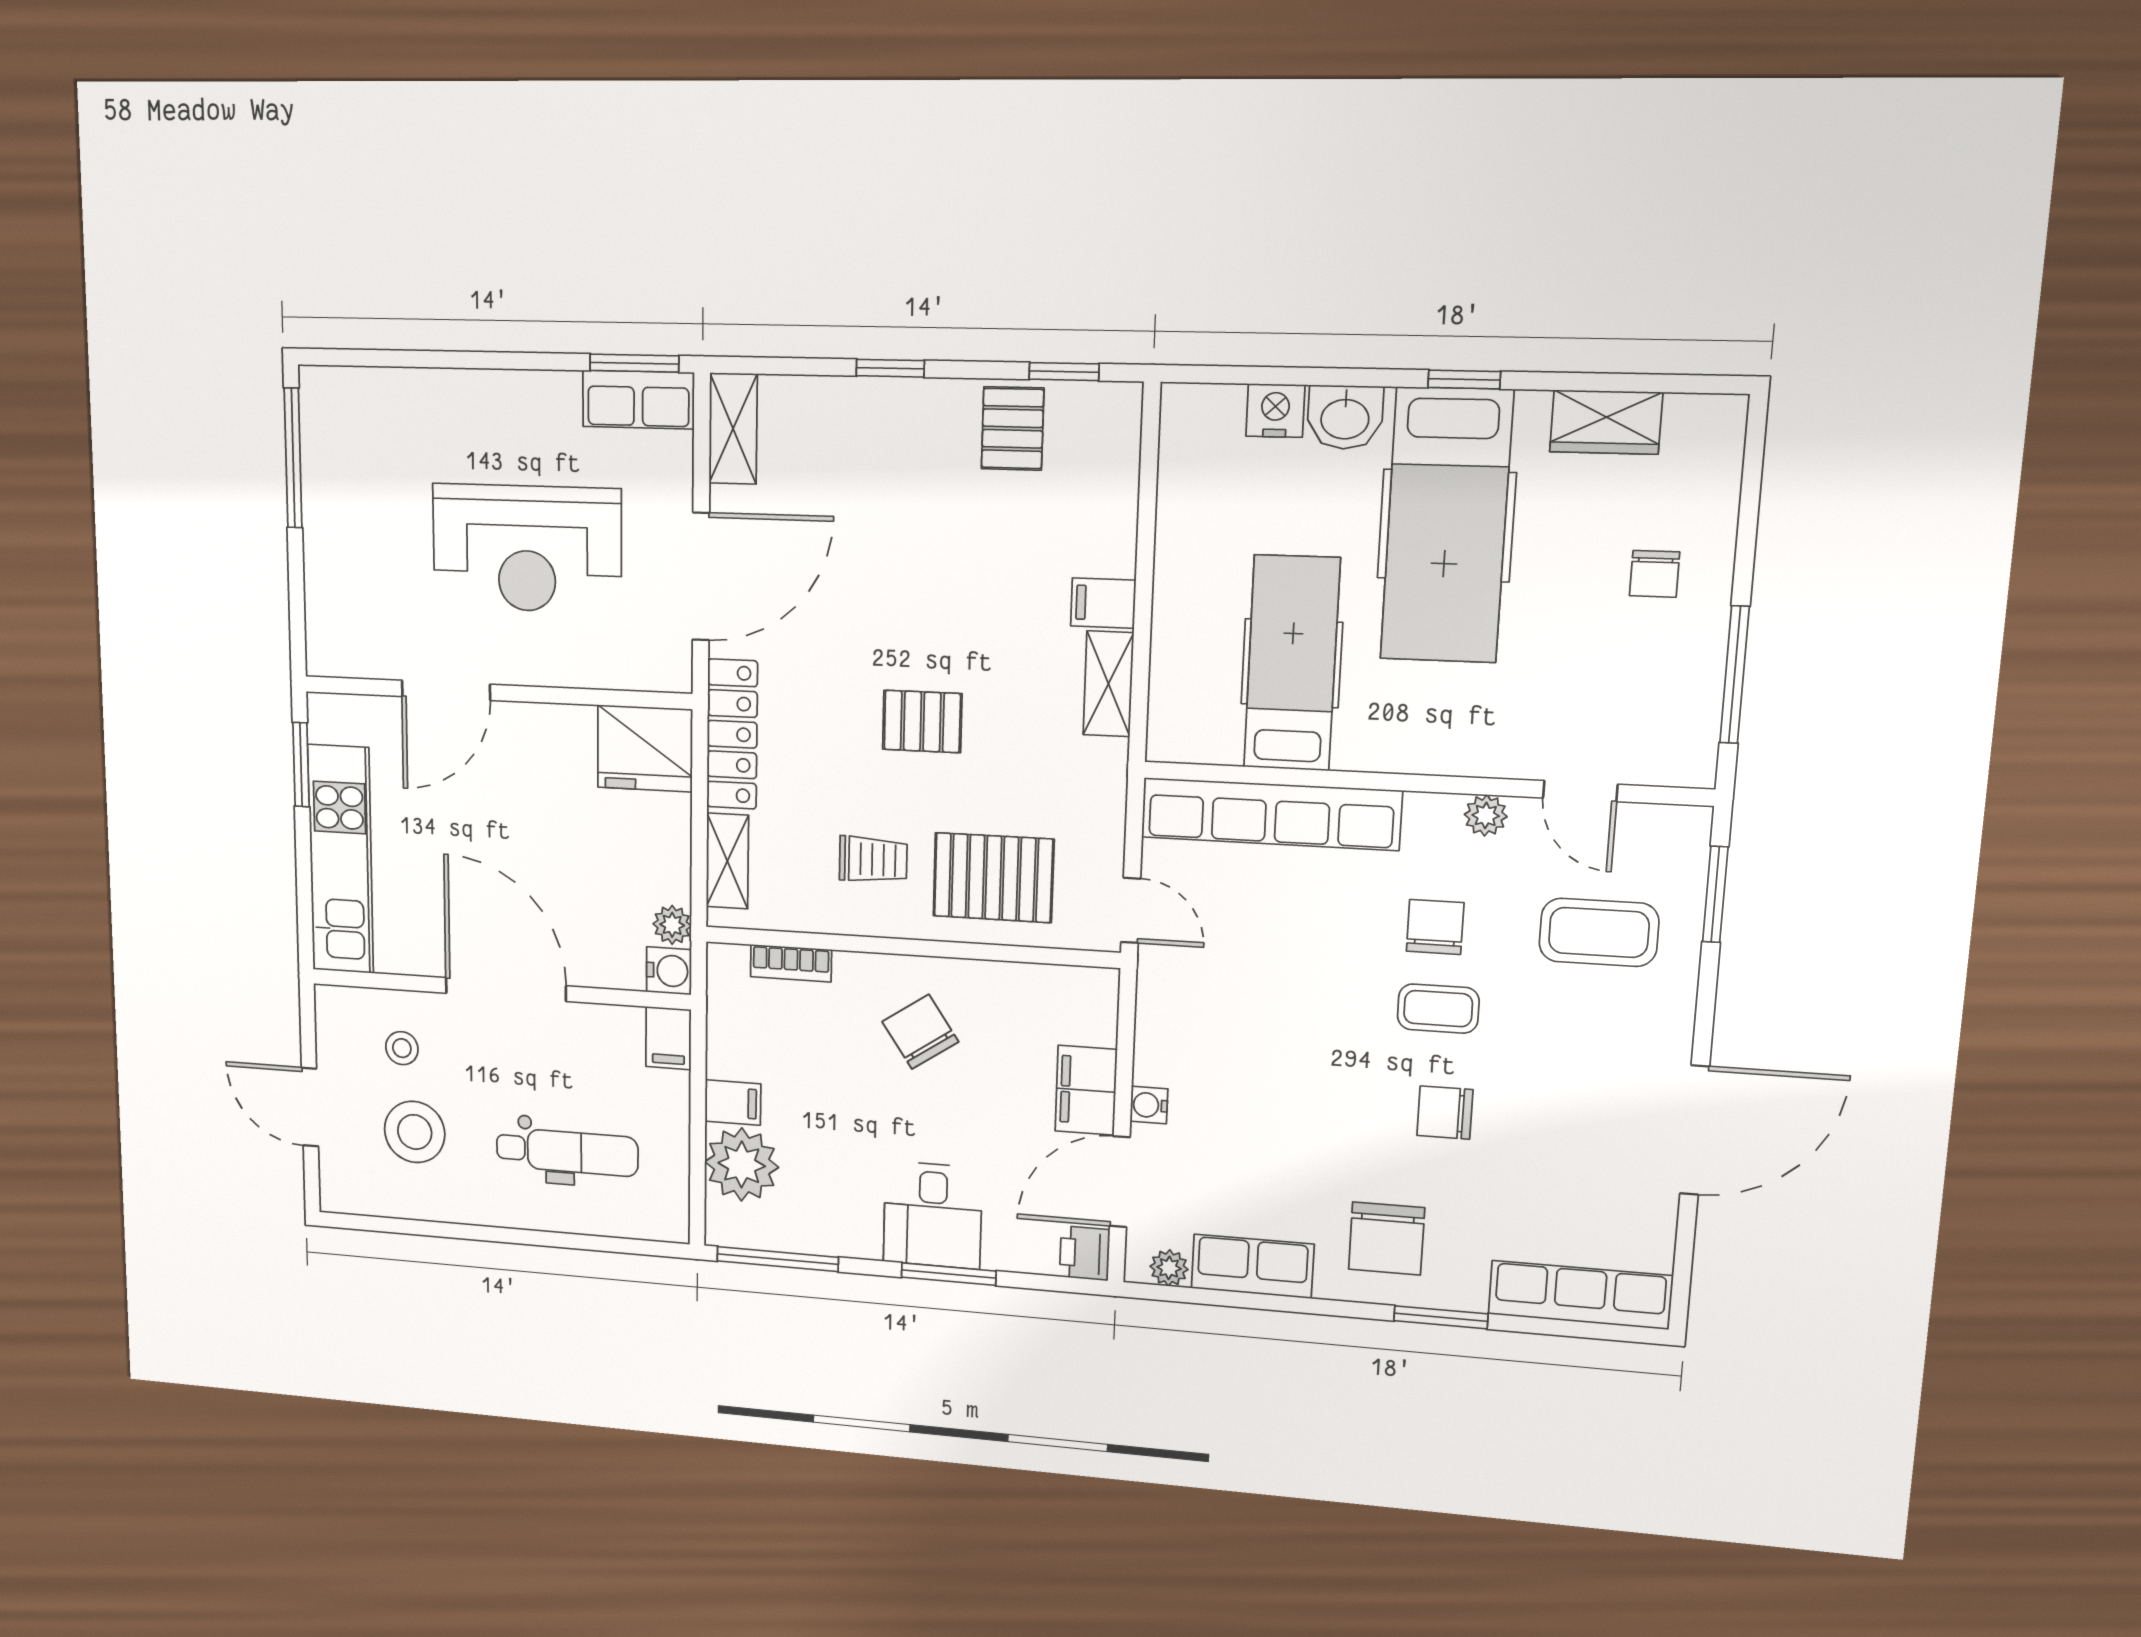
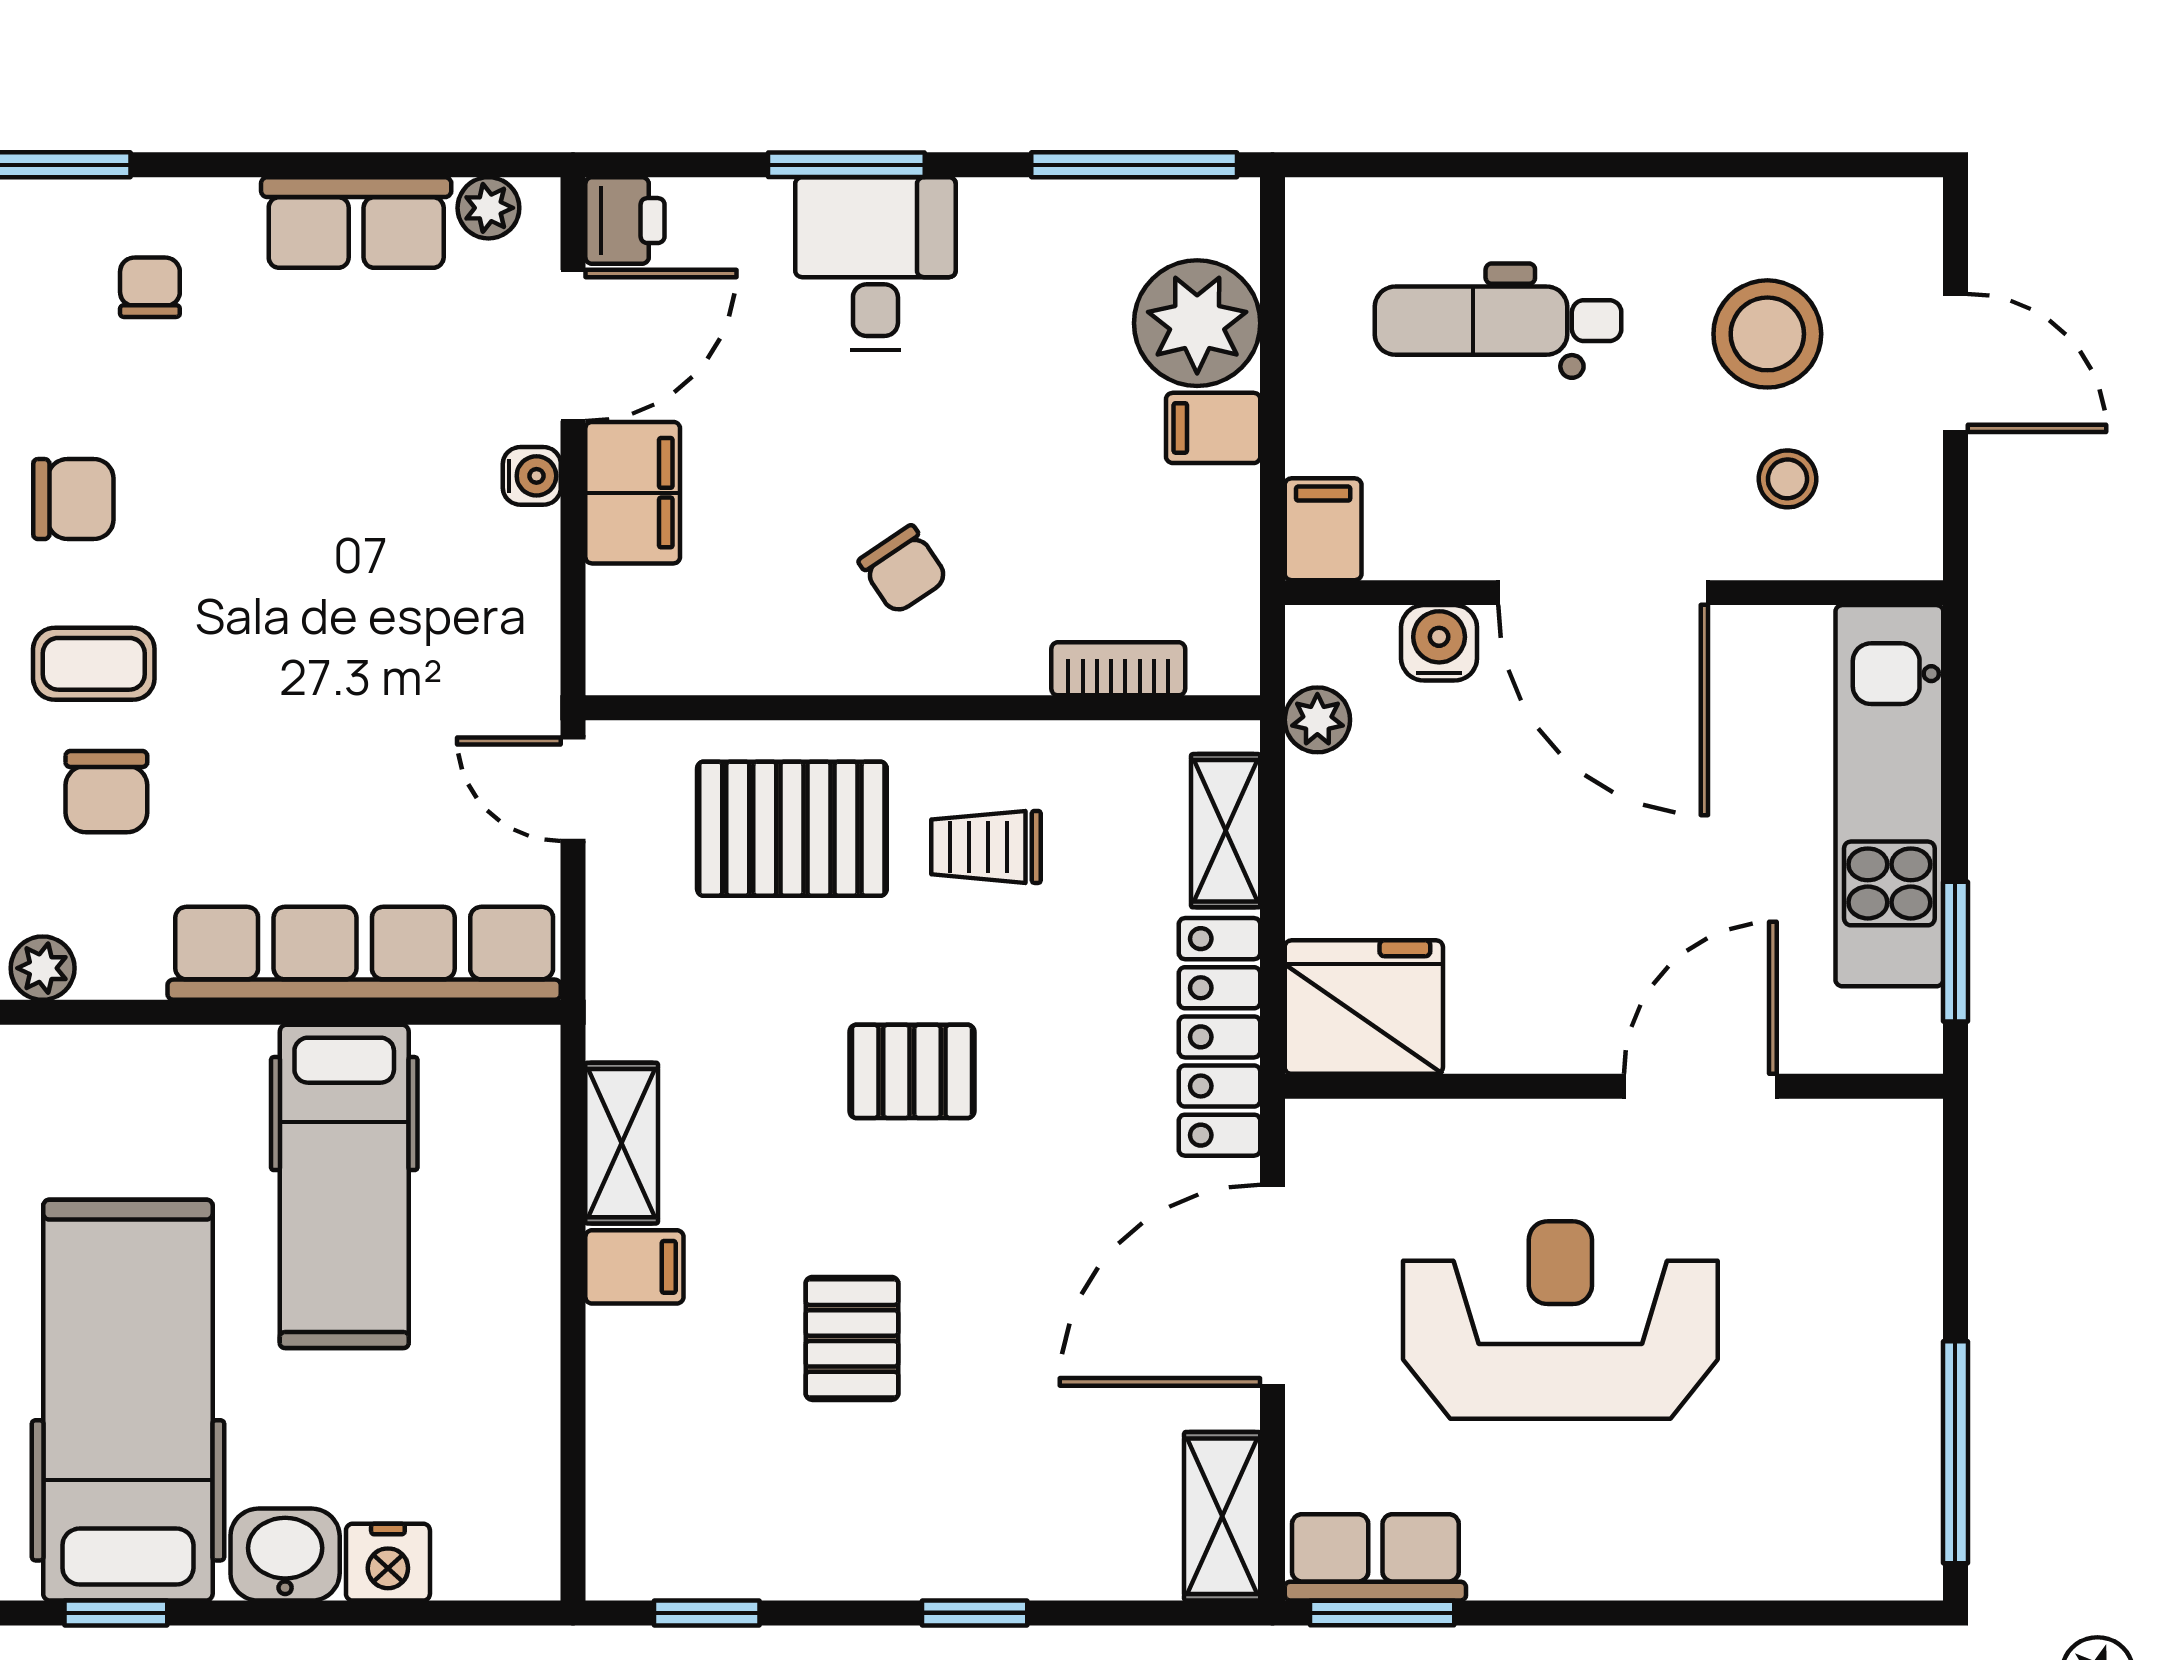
pallet: (1013, 429) -> (852, 1338), moved
water cooler: (669, 971) -> (1439, 643), moved, turned 90
chair: (920, 1032) -> (903, 570), width x0.73, depth x0.73
chair: (1387, 1238) -> (150, 287), width x0.54, depth x0.54

